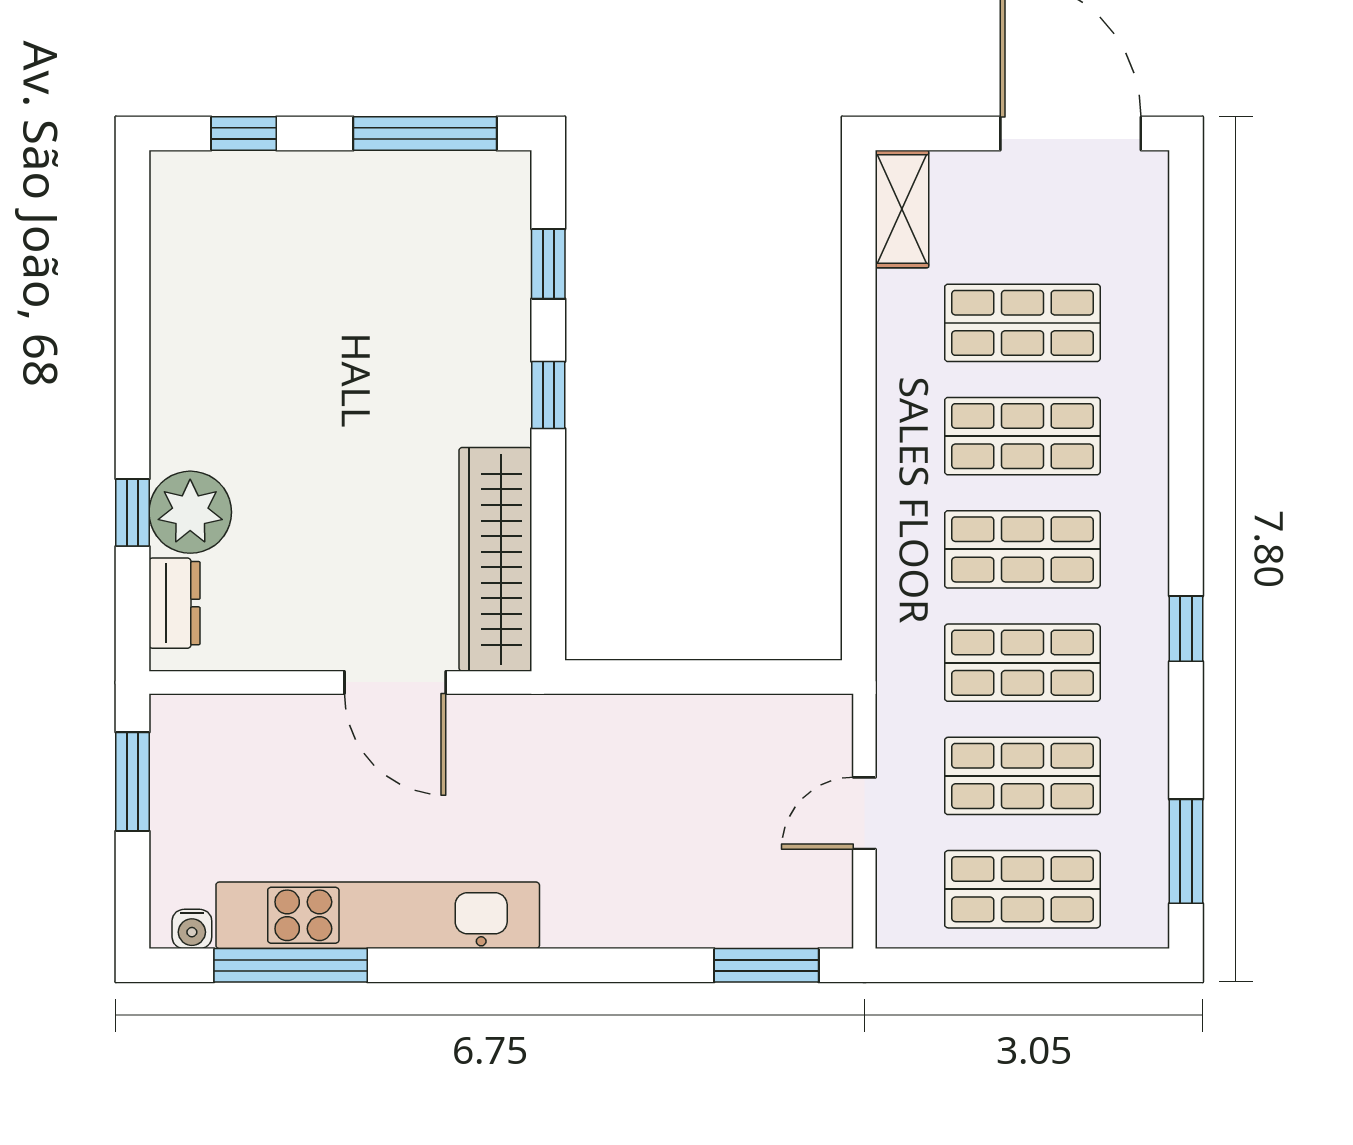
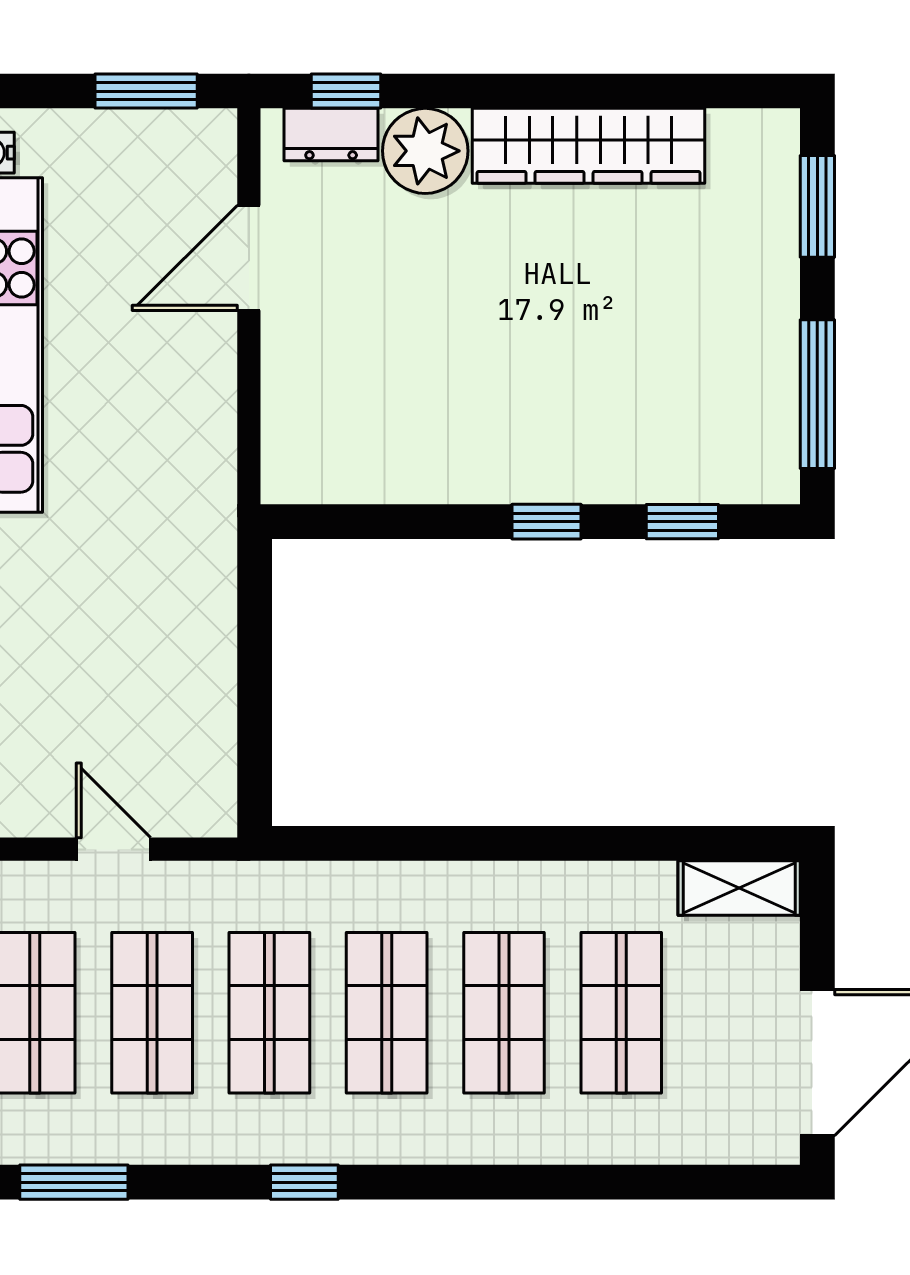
window: (244, 133) -> (817, 206), width x1.50
window: (132, 513) -> (346, 91), moved
wardrobe: (495, 559) -> (589, 146), moved, turned 180
door: (395, 682) -> (249, 258), moved

